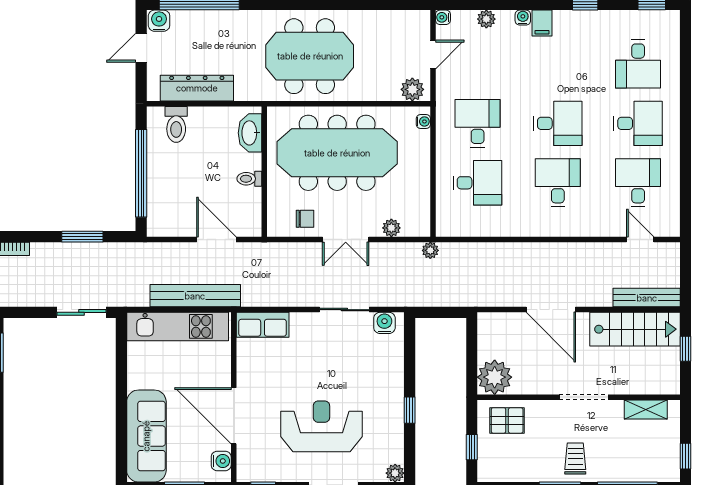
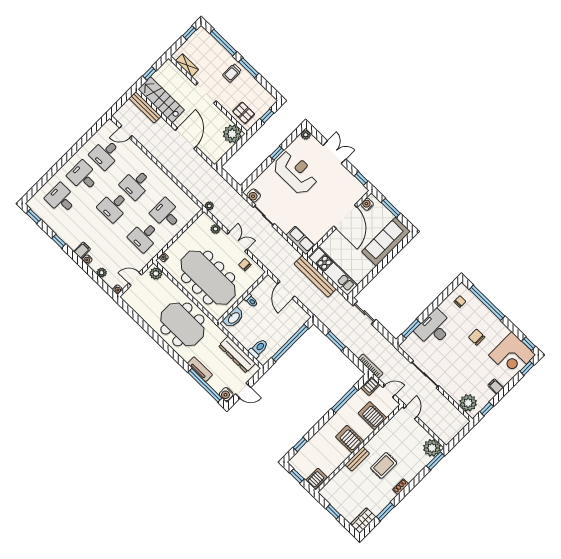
tv unit: (227, 19) -> (200, 369), added
desk: (638, 64) -> (61, 199), turned -90
desk: (558, 123) -> (114, 206), turned -90
door: (640, 239) -> (126, 132), hinge flipped
reception desk: (321, 426) -> (296, 172), moved, turned 180

